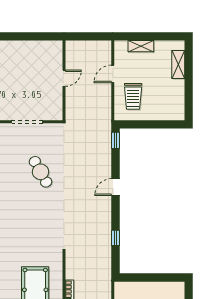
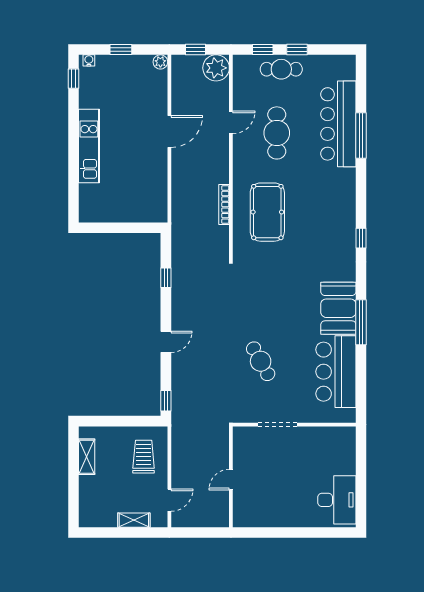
shelving: (178, 64) -> (87, 457), moved
door: (113, 74) -> (169, 500), moved

